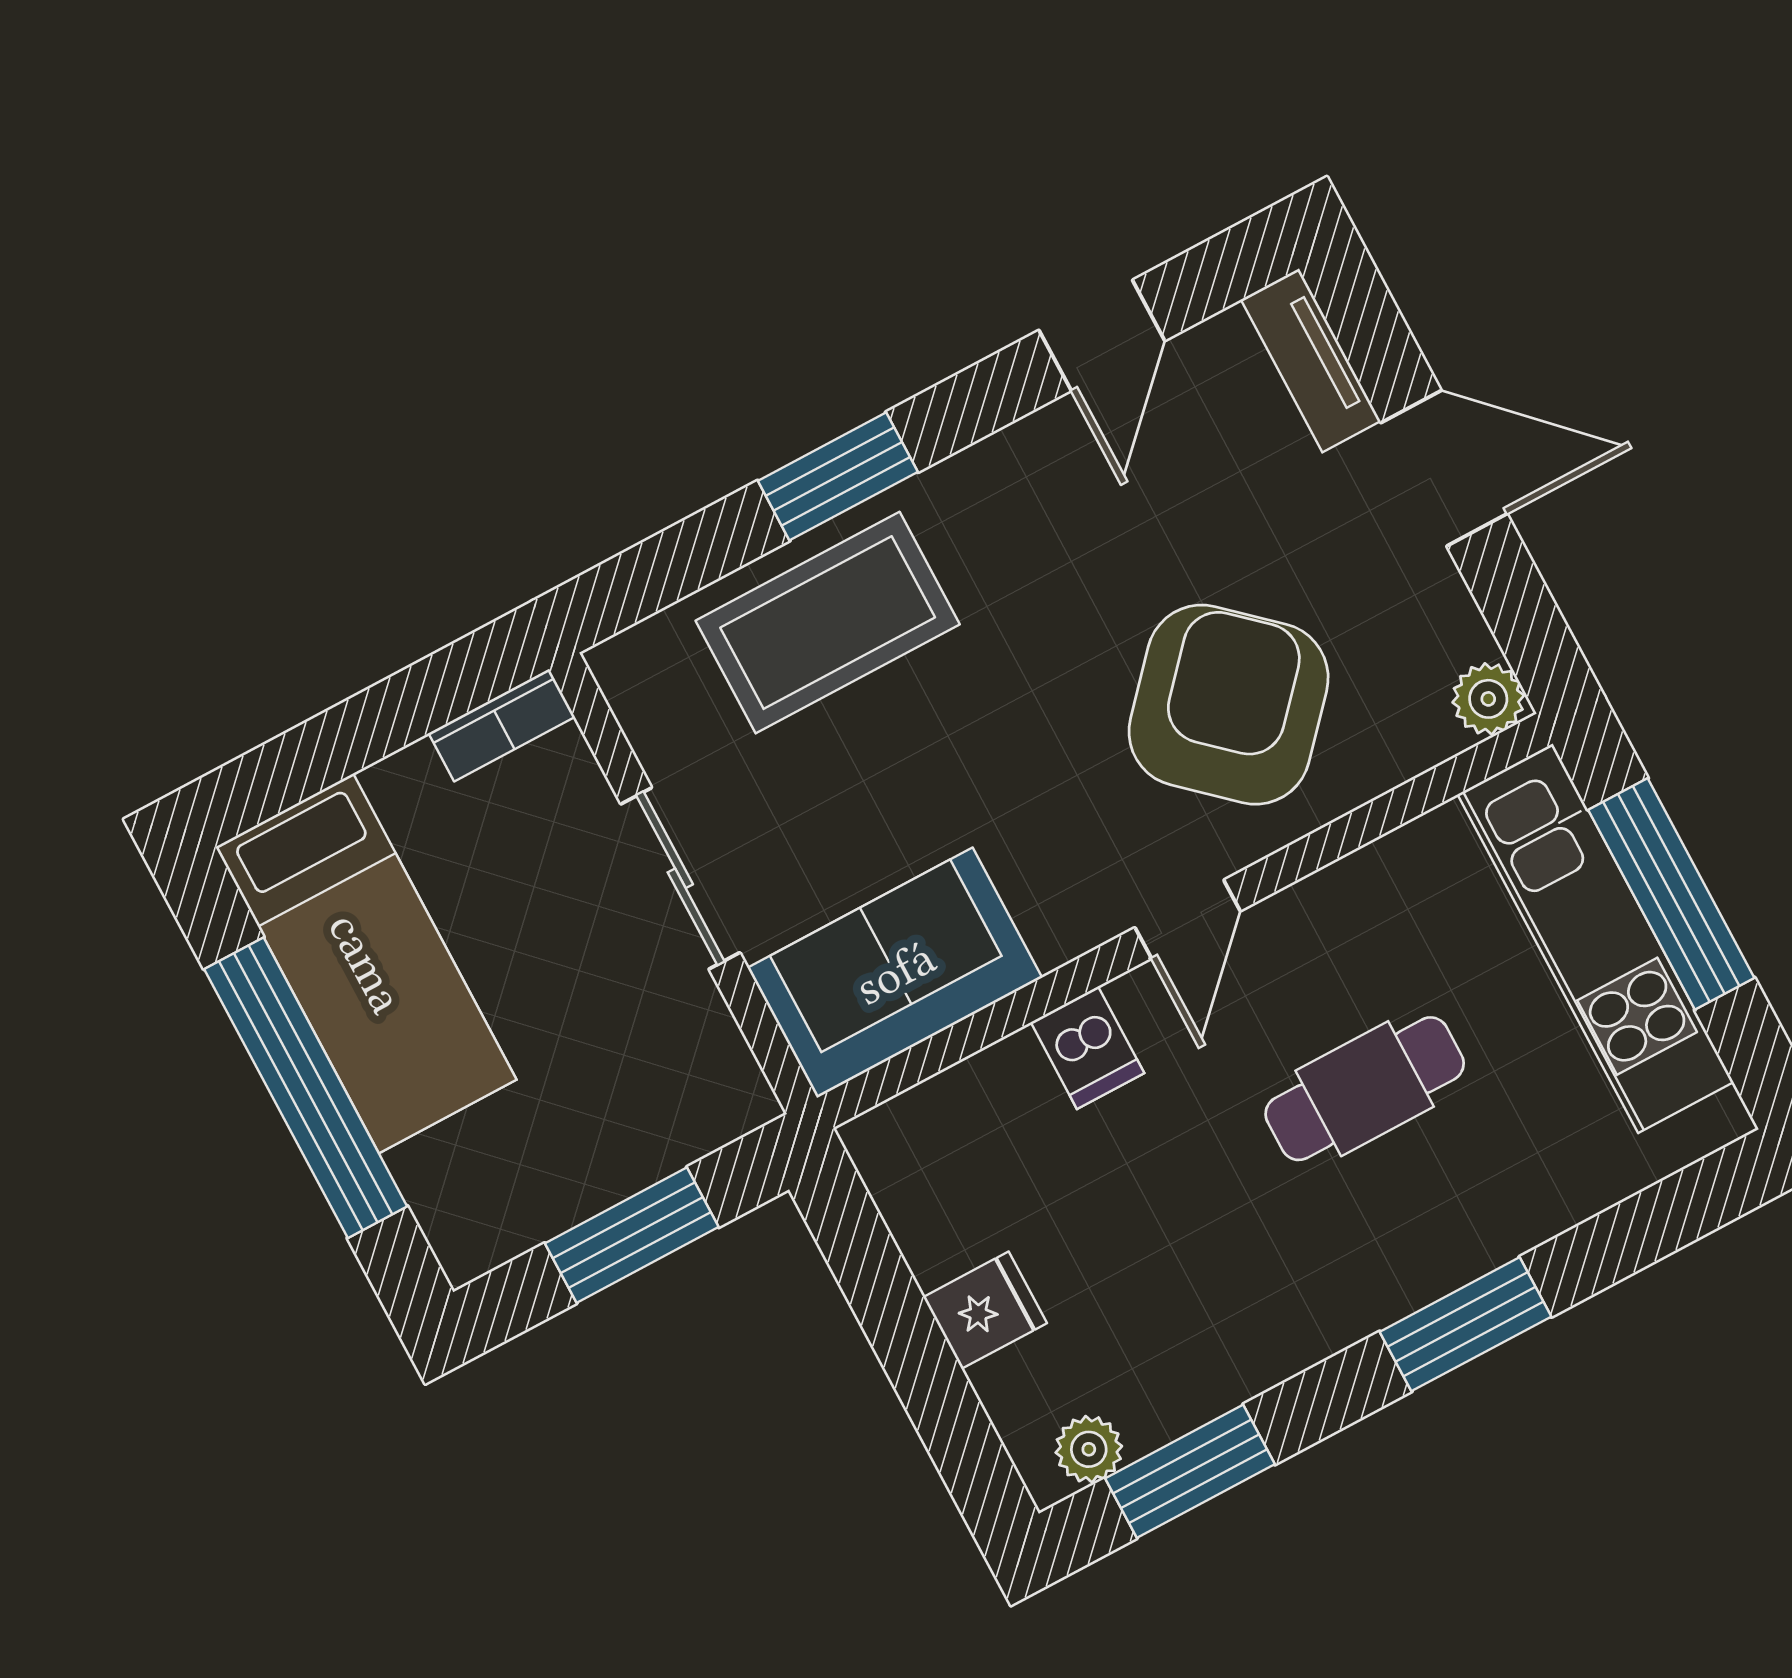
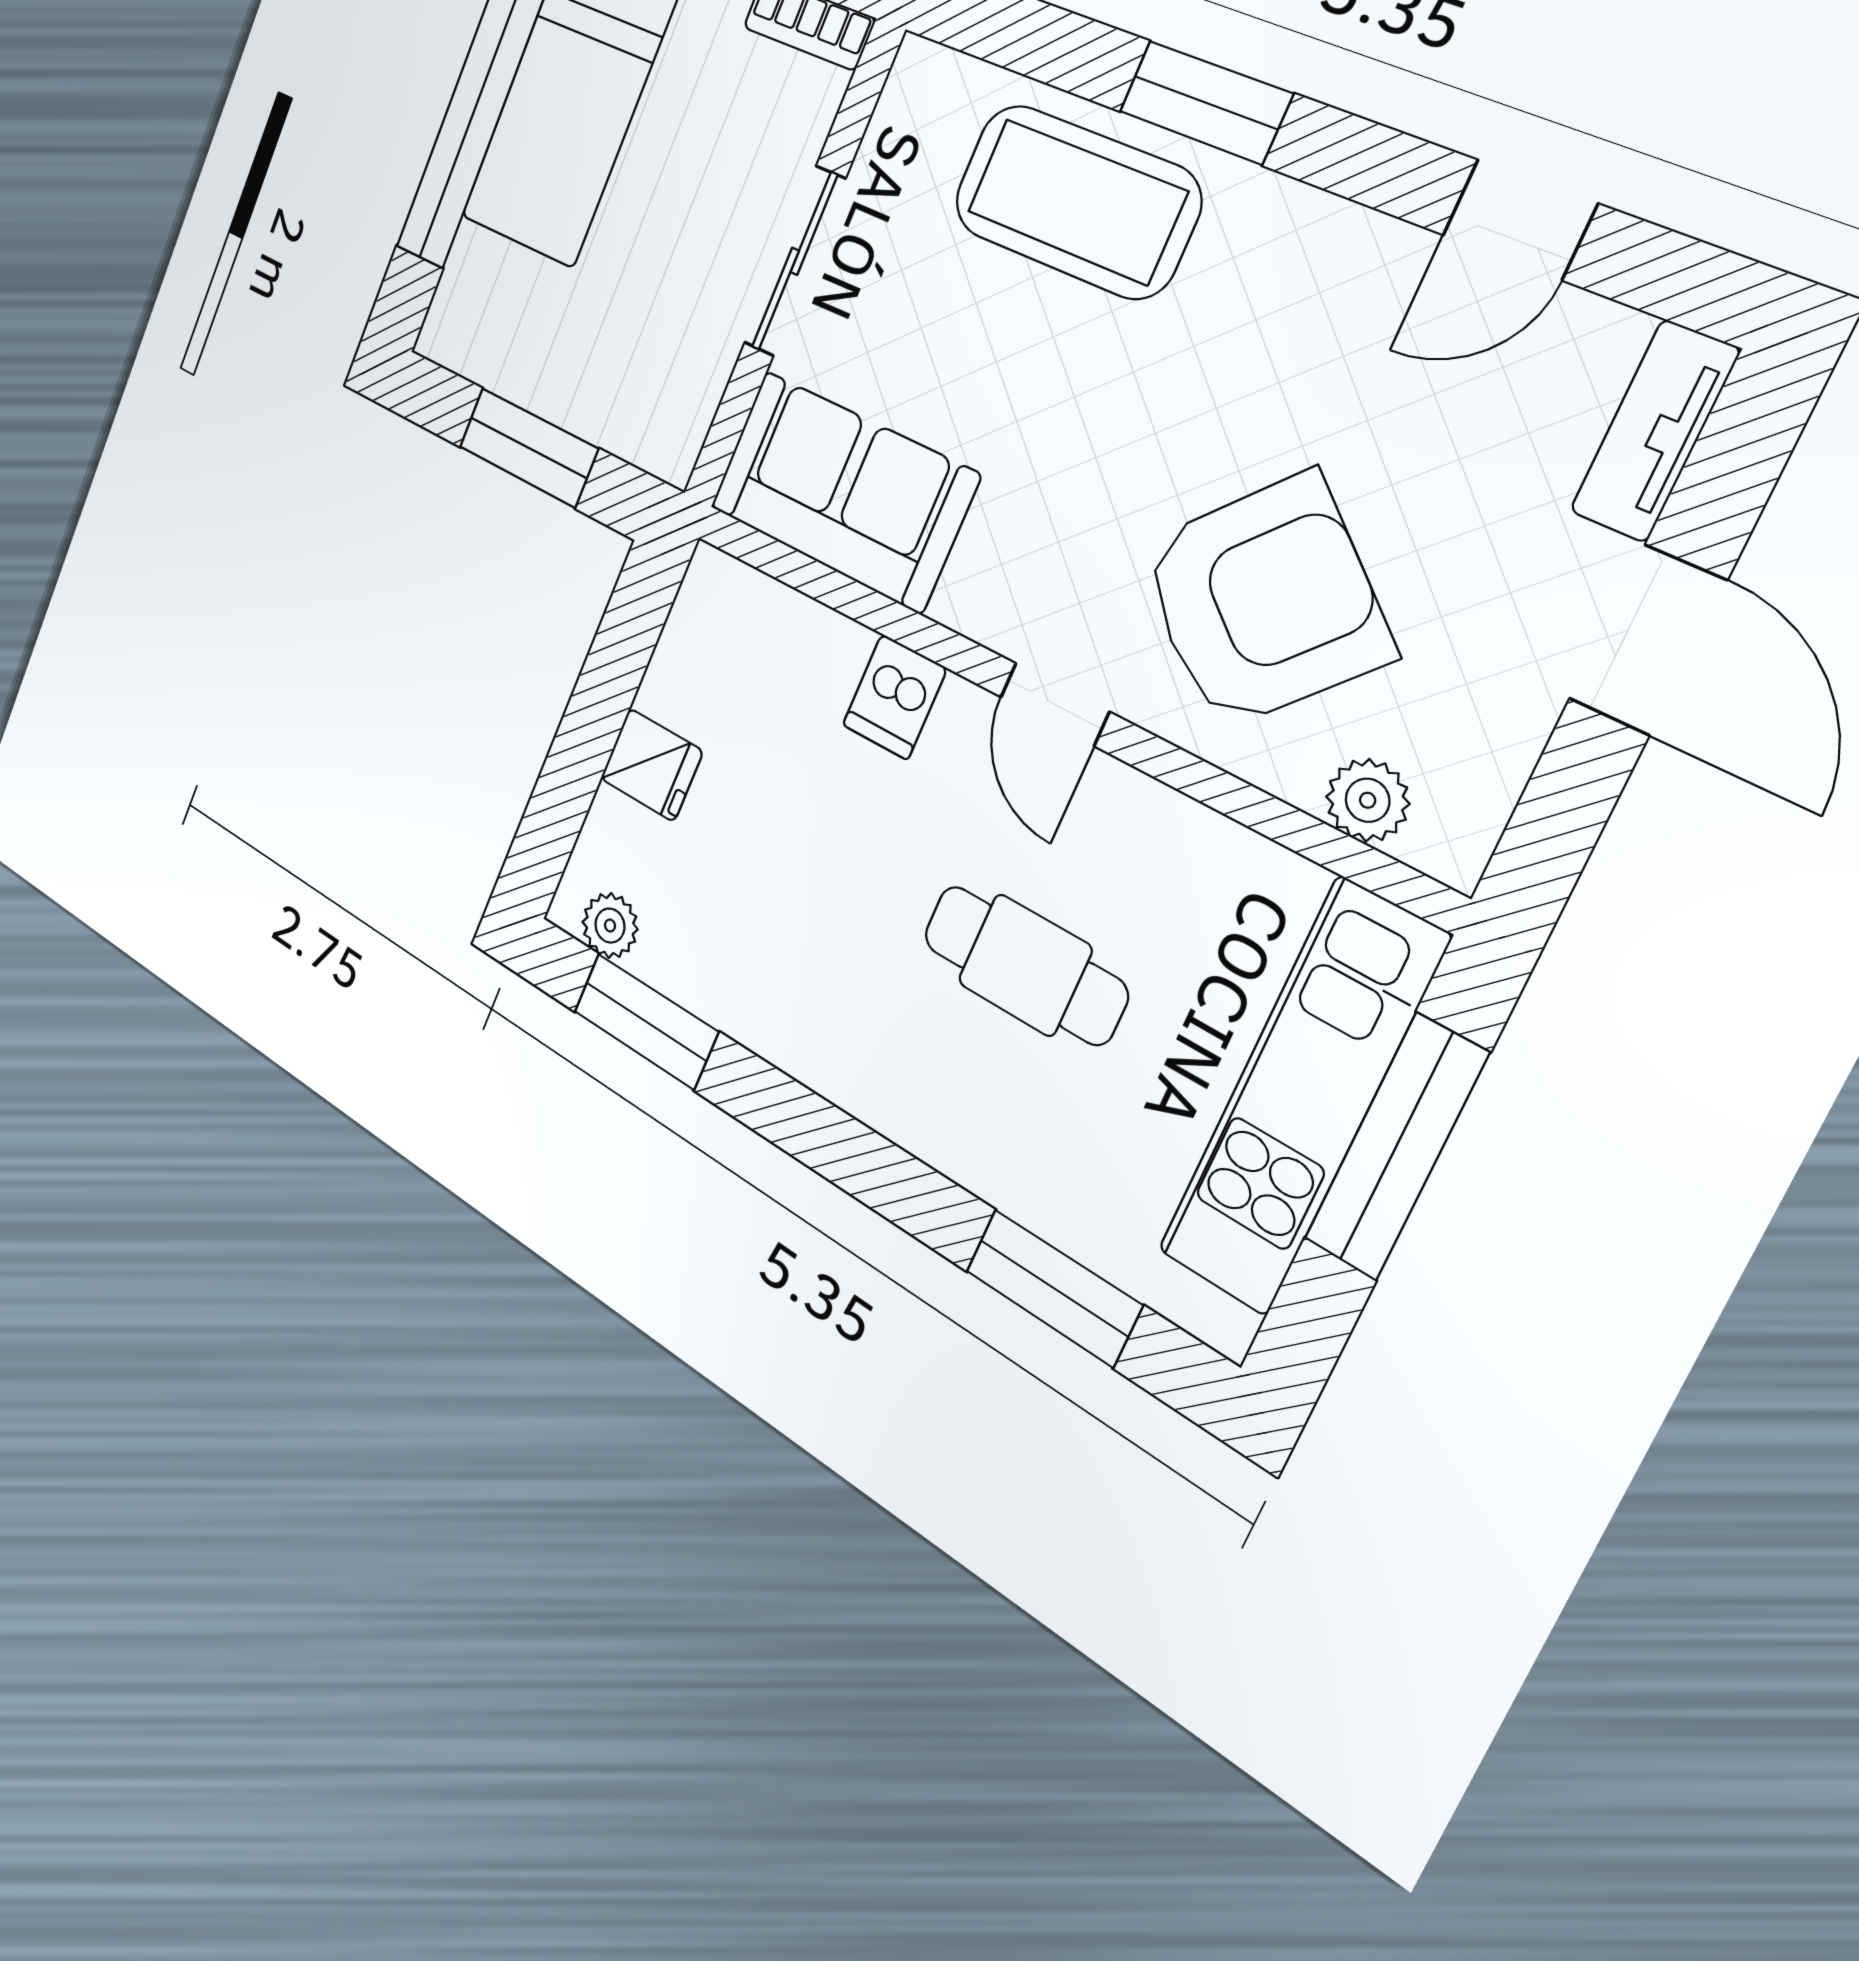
plant: (1488, 699) -> (1368, 800), moved
door: (1188, 919) -> (1055, 704), hinge flipped
window: (1465, 1324) -> (1054, 1288), moved

